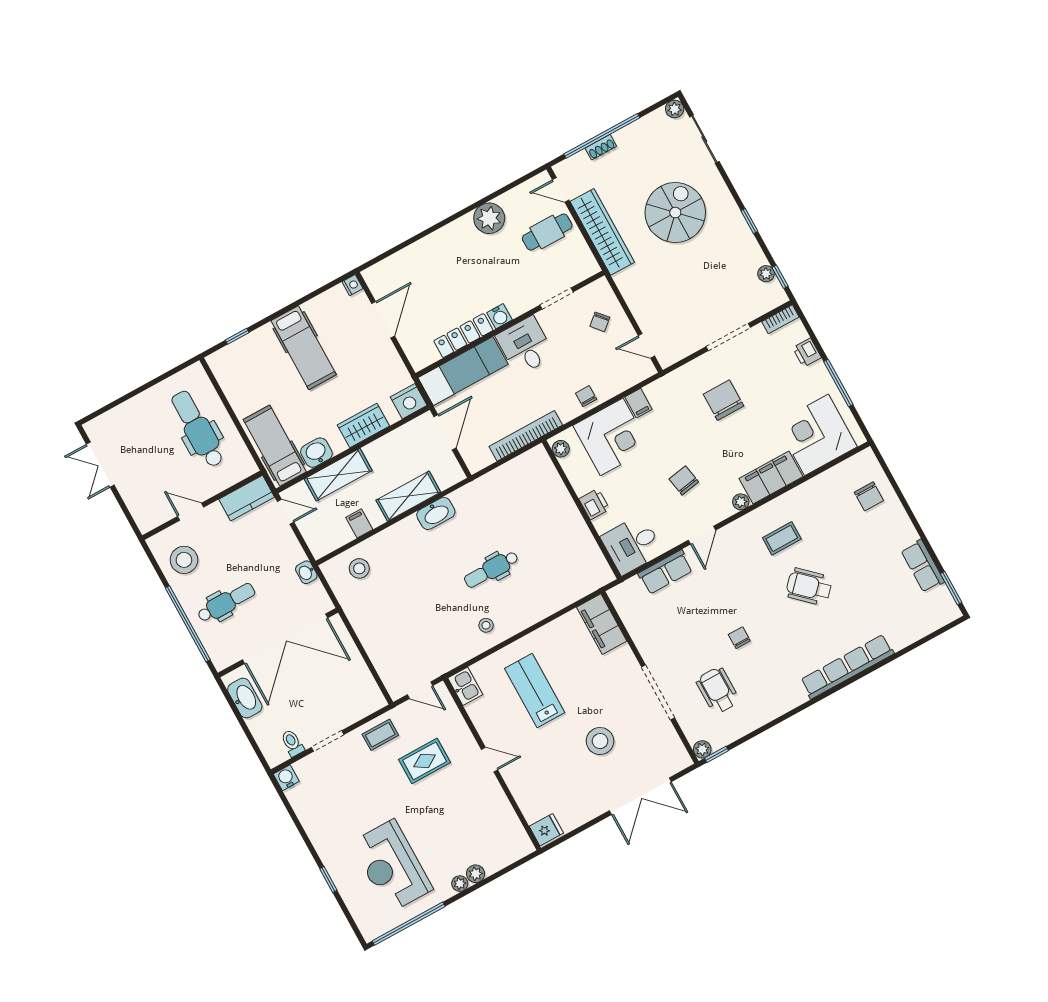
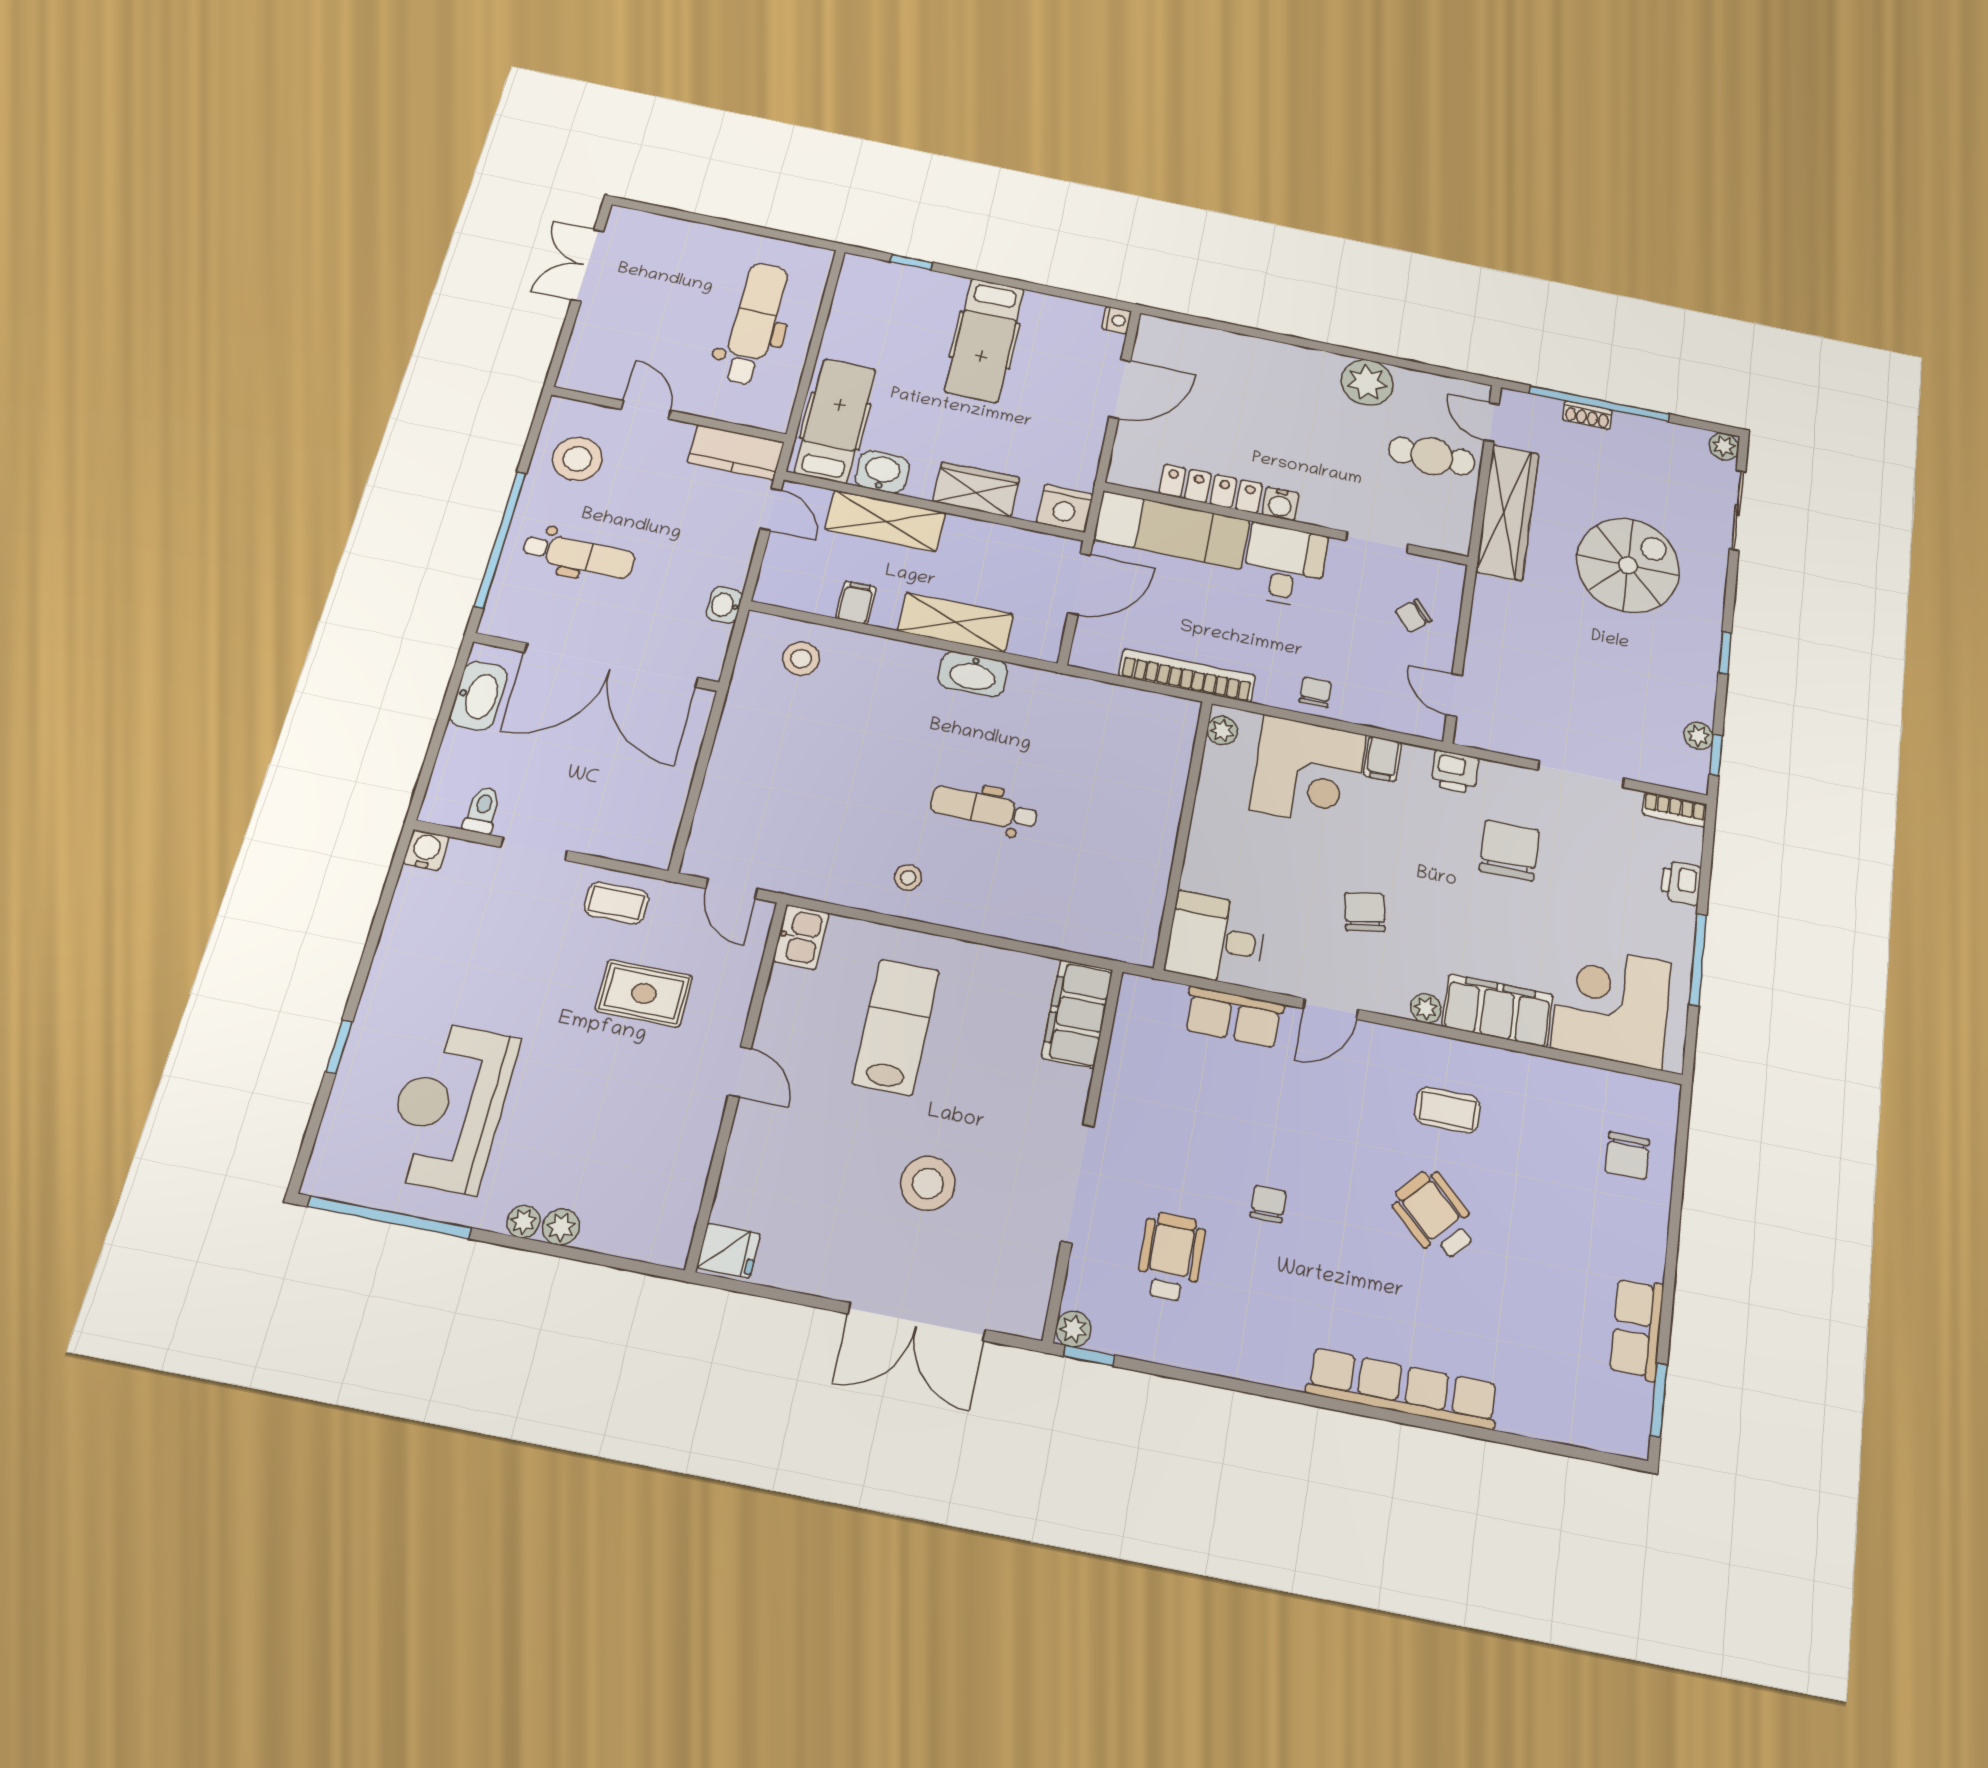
printer: (594, 504) -> (1455, 772), moved, turned 90

